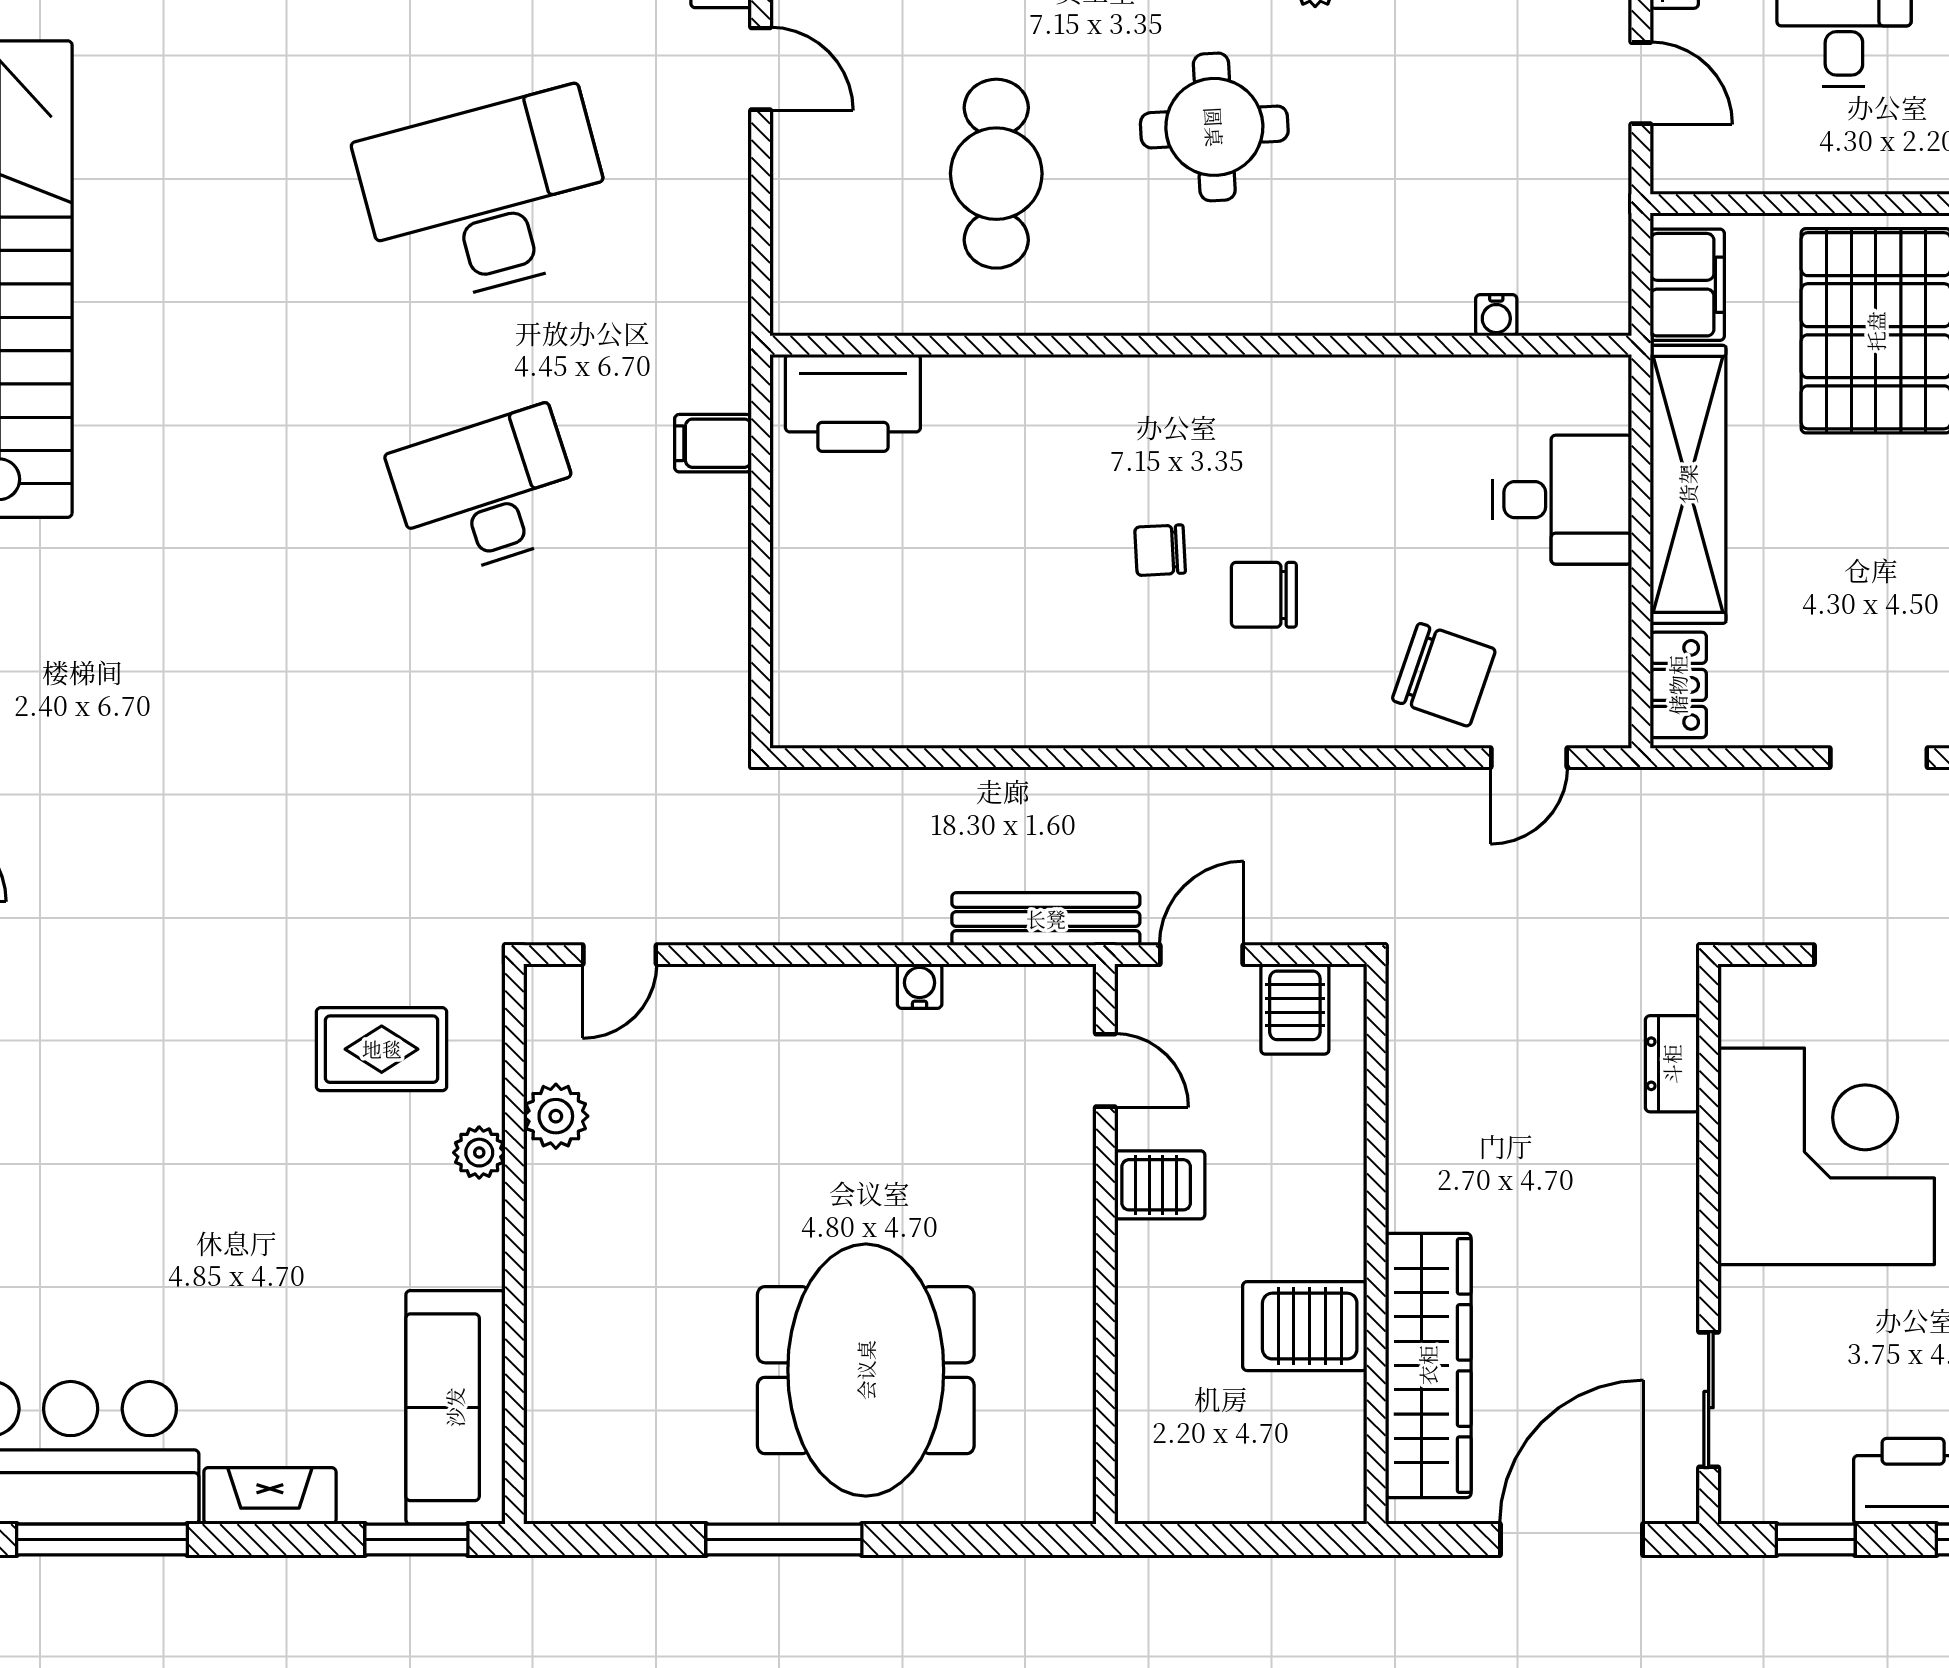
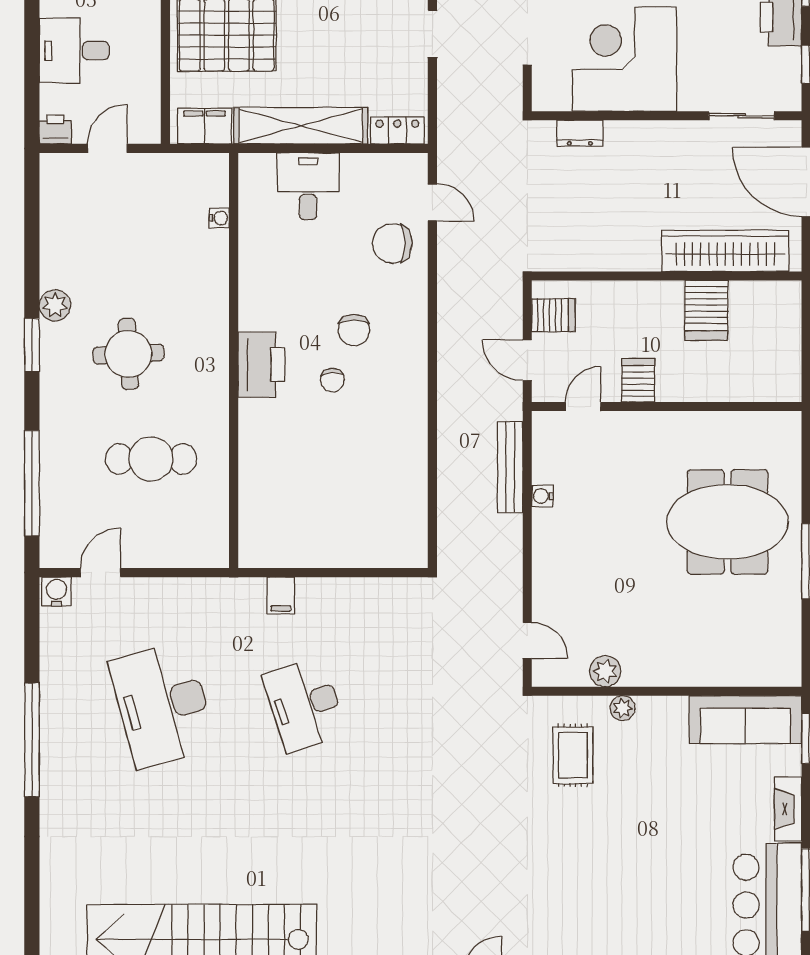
printer: (853, 403) -> (261, 365), moved
chair: (1444, 675) -> (392, 243), turned -109
bench: (1046, 919) -> (510, 467), moved

